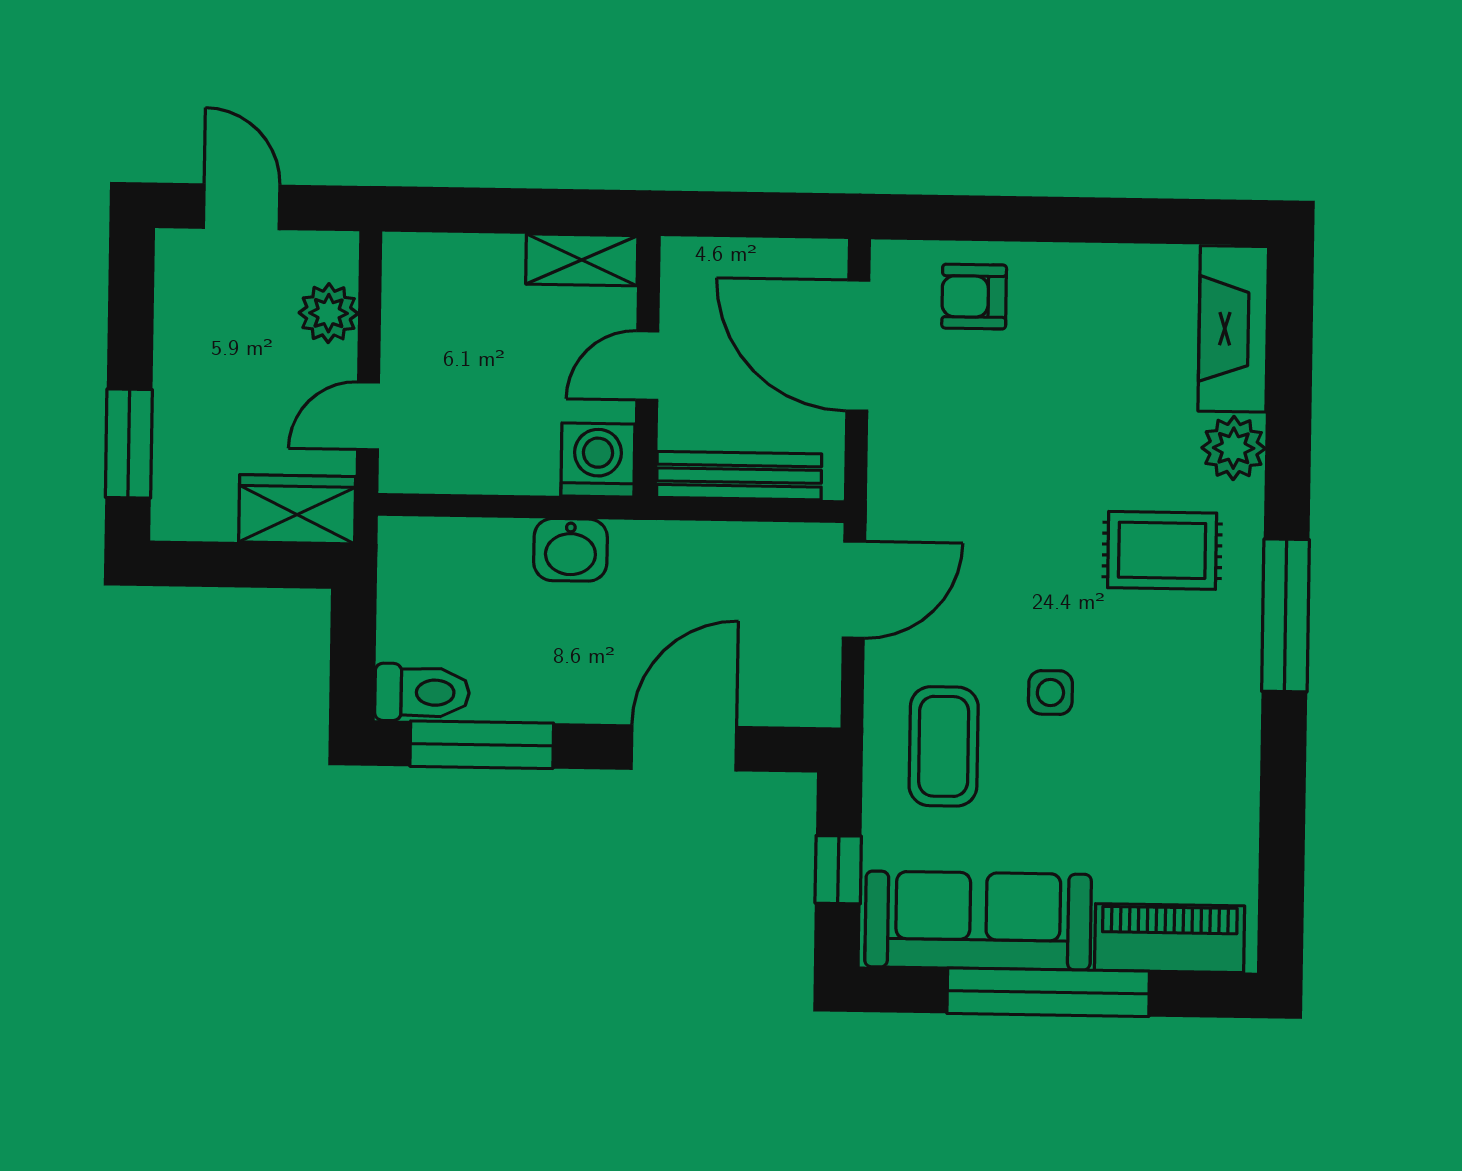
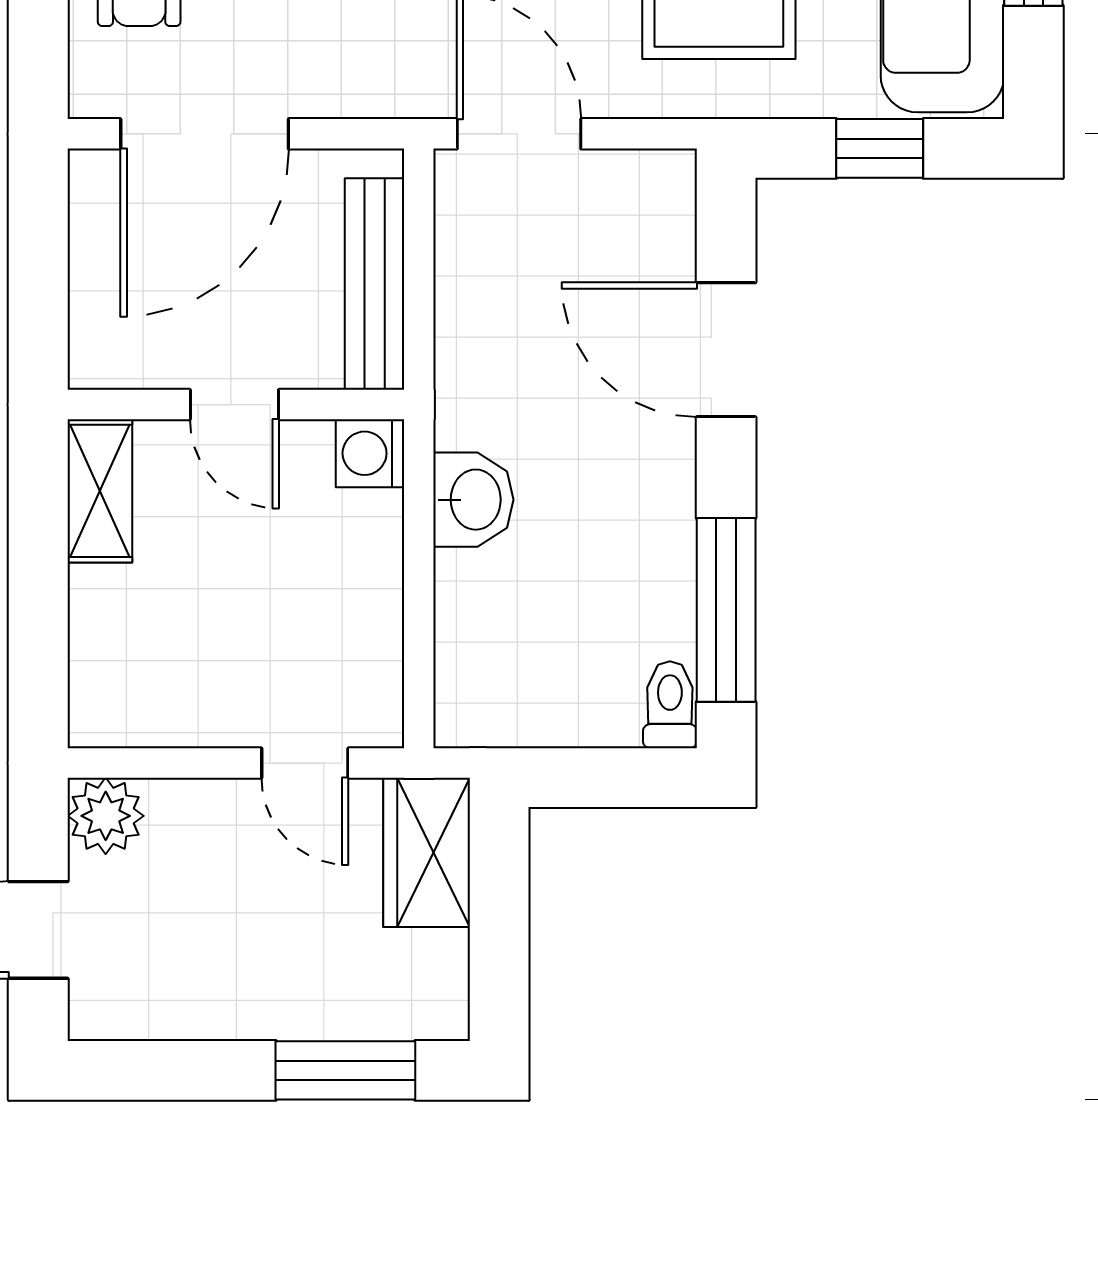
plant: (329, 313) -> (106, 816), moved
washing machine: (598, 460) -> (370, 453), width x0.73, depth x0.73
toilet: (422, 692) -> (670, 705), width x0.73, depth x0.72

